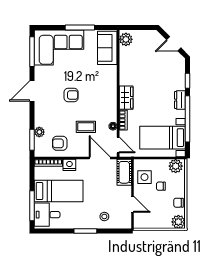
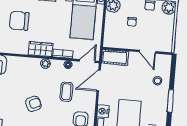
chair: (153, 74) -> (19, 21), added
armchair: (71, 95) -> (33, 104), turned 66
plant: (112, 104) -> (45, 64), added
side table: (145, 177) -> (121, 37), removed
door: (132, 204) -> (148, 52), swing flipped

